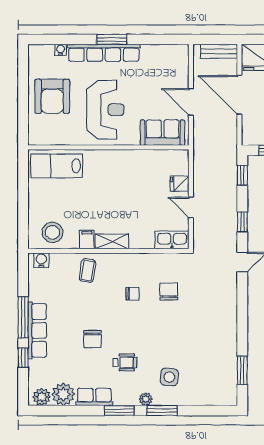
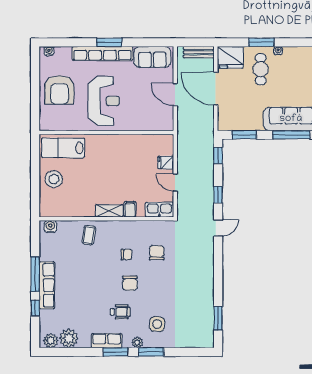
water cooler: (61, 50) -> (49, 51), moved
sofa: (163, 133) -> (152, 57), moved, turned 180
stool: (52, 232) -> (54, 179), moved
filing cabinet: (87, 239) -> (130, 209), moved
chair: (92, 339) -> (130, 283), moved
row of seats: (94, 397) -> (107, 341), moved

